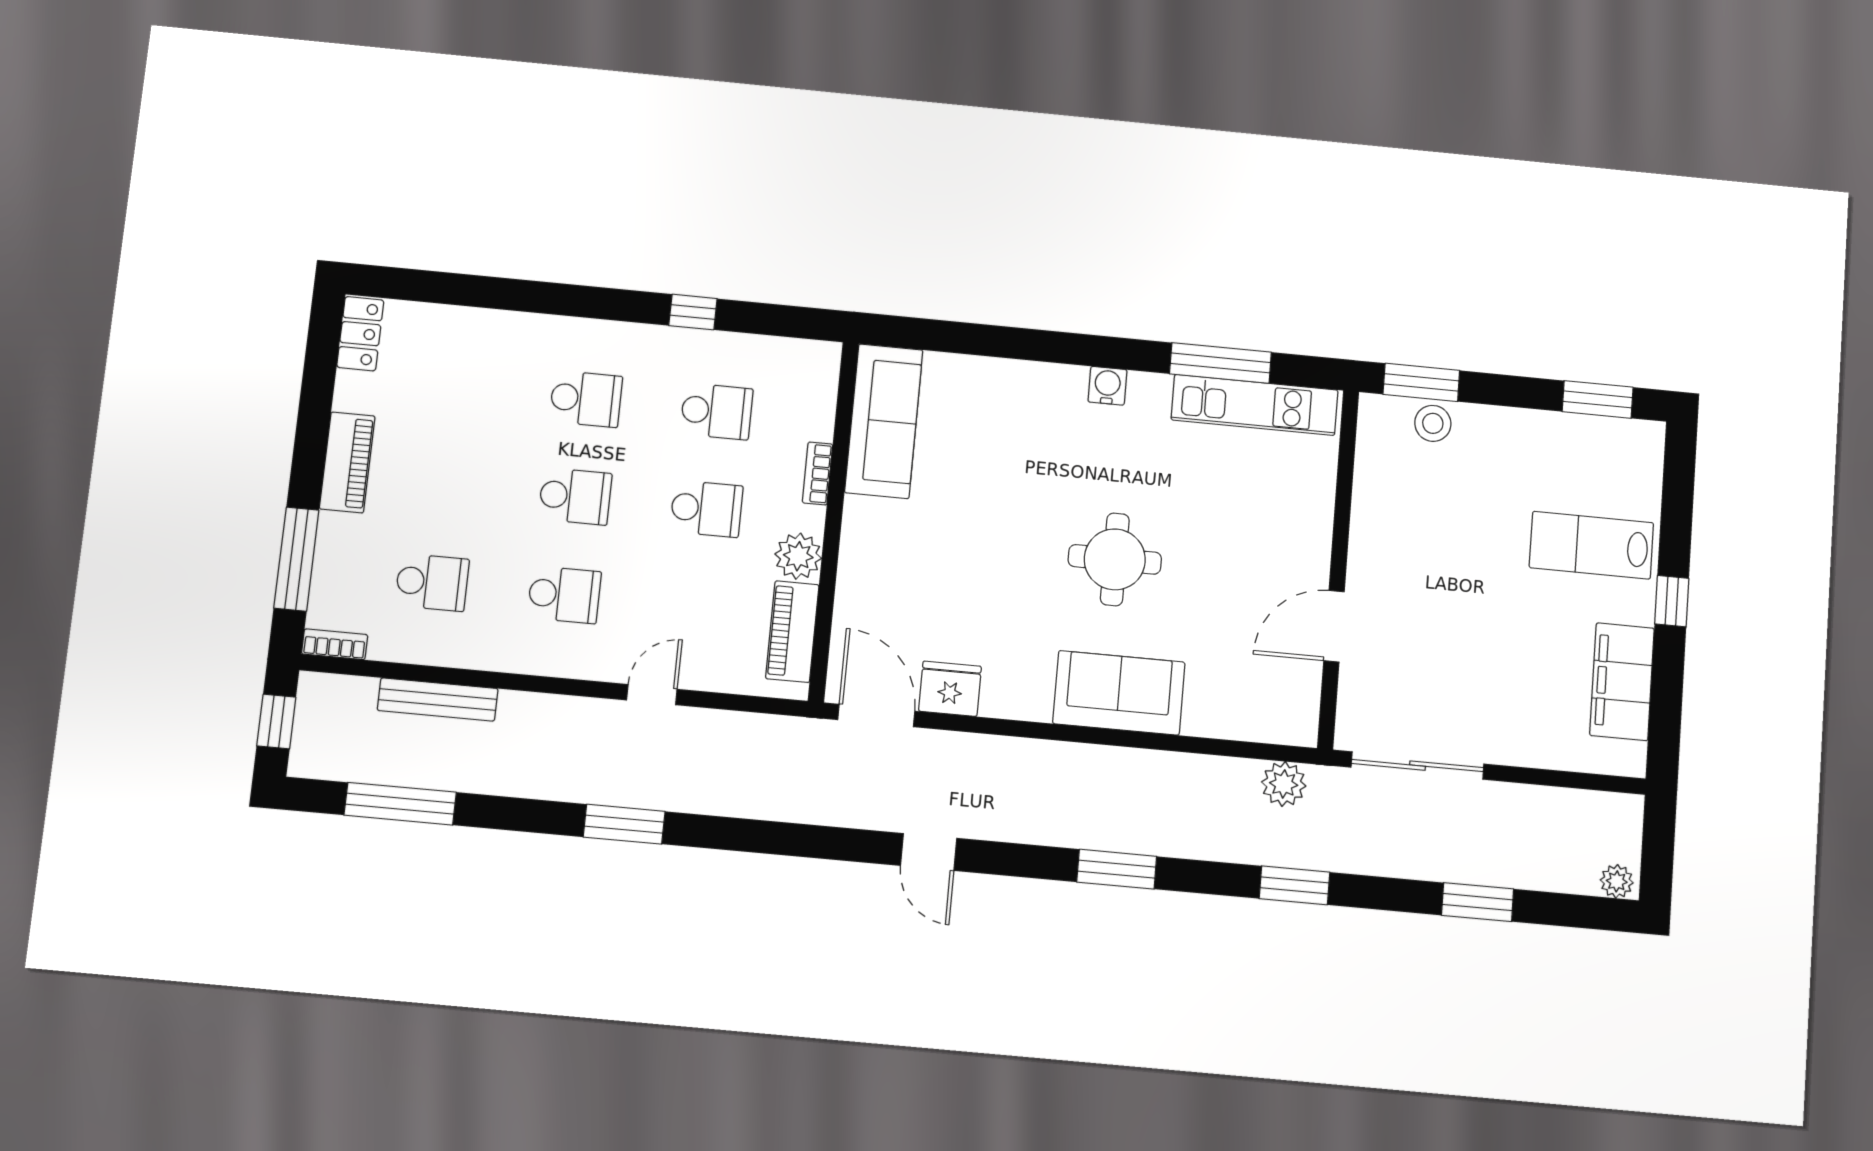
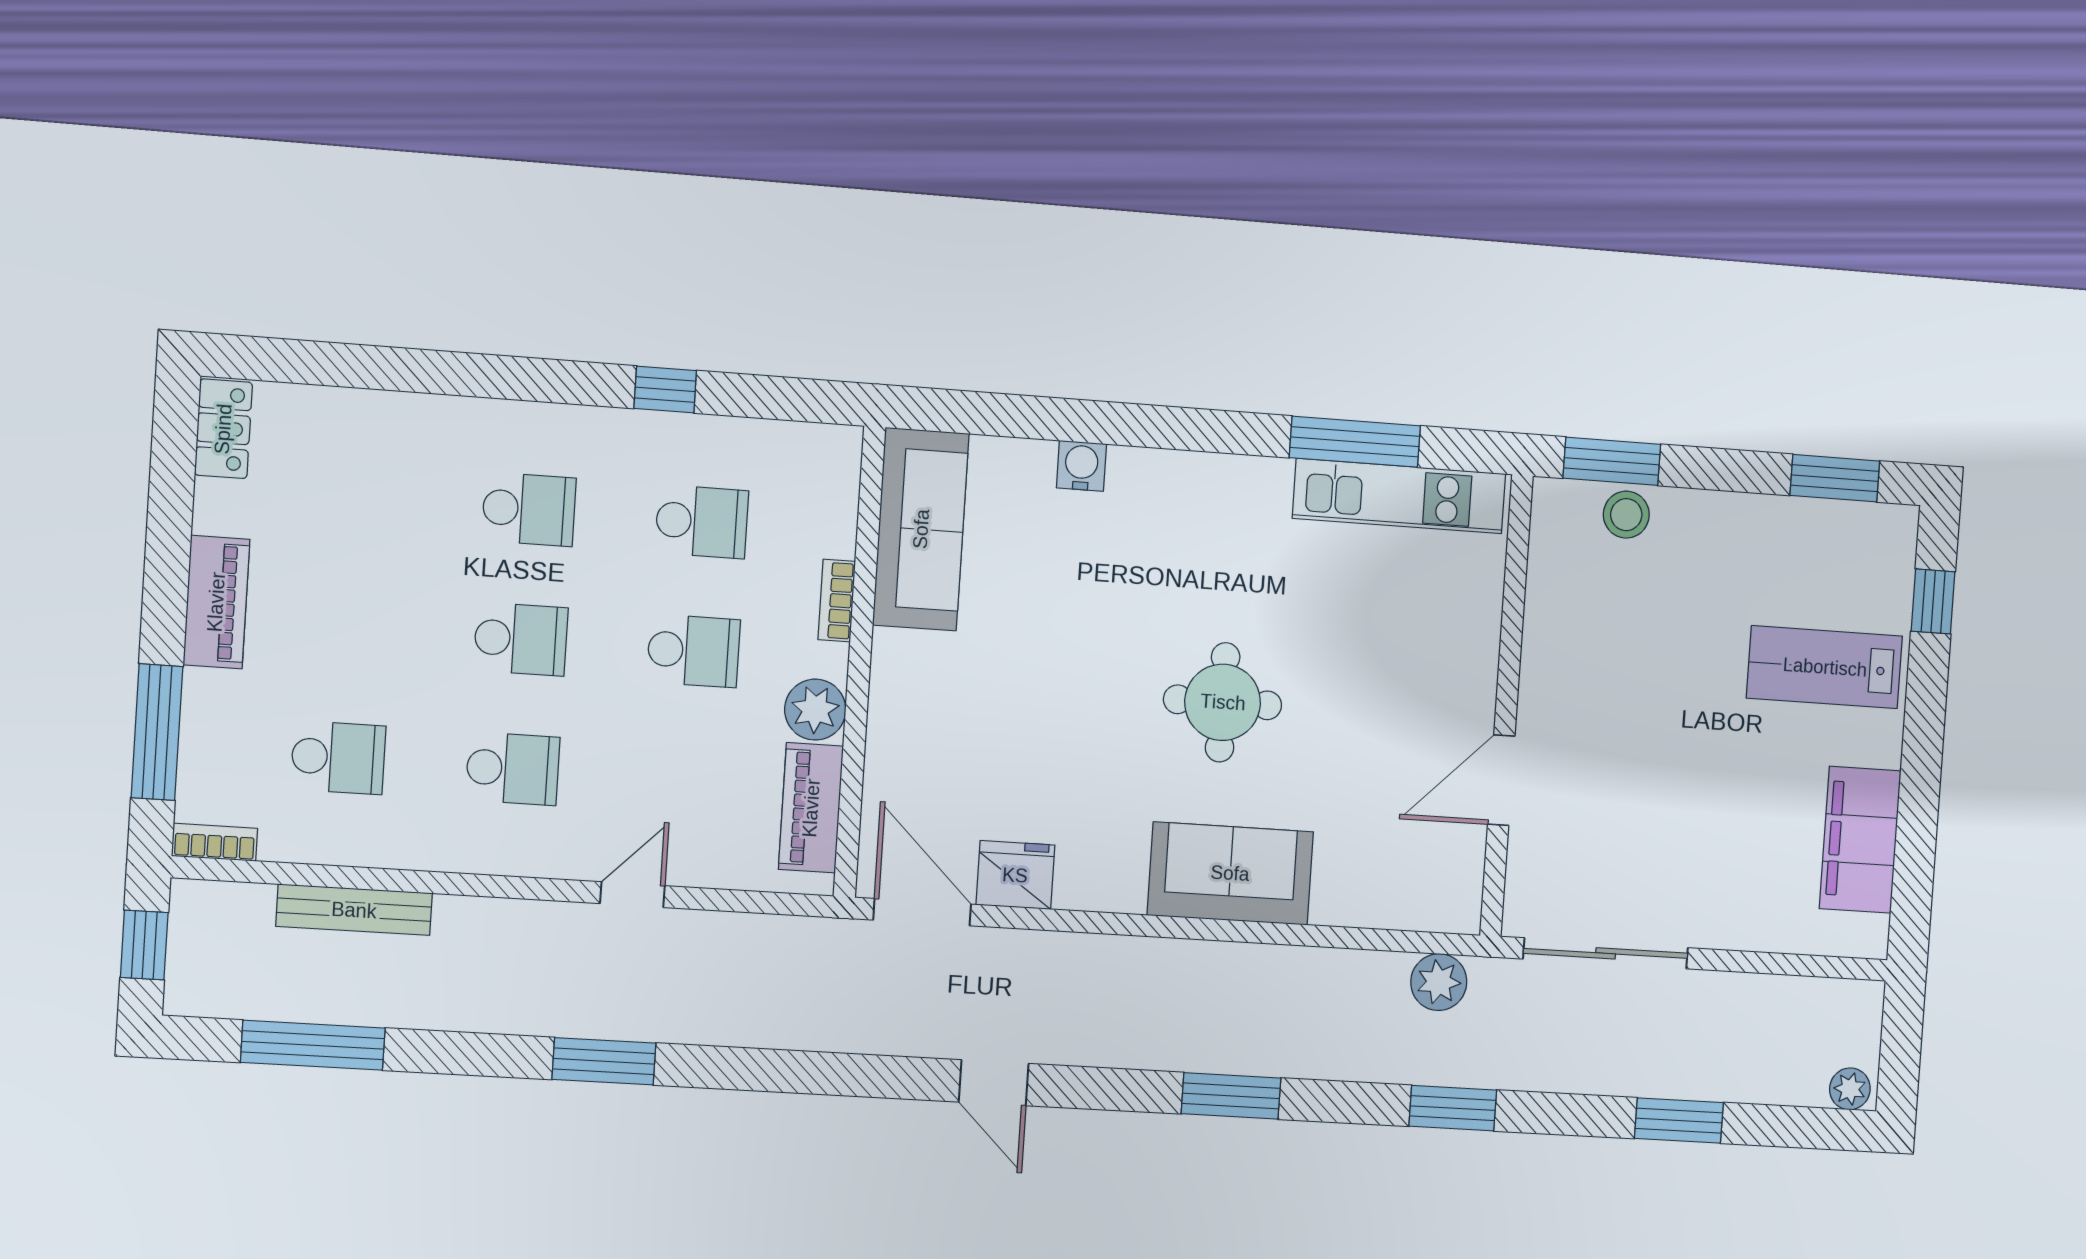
water cooler: (1107, 386) -> (1081, 466), moved
window: (1672, 601) -> (1933, 601), moved

